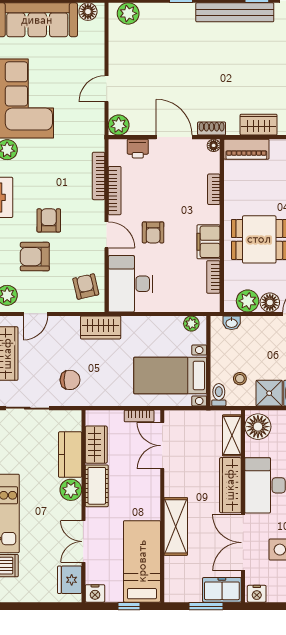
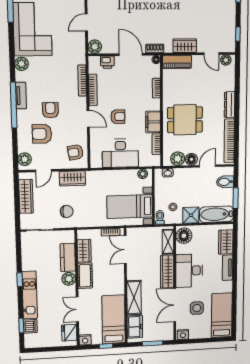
armchair: (153, 232) -> (118, 117), turned -90
desk: (131, 284) -> (120, 153), moved, turned -90
armchair: (86, 286) -> (75, 152), turned -86
wardrobe: (101, 328) -> (72, 178), moved
freezer: (222, 590) -> (135, 327), moved, turned 90

